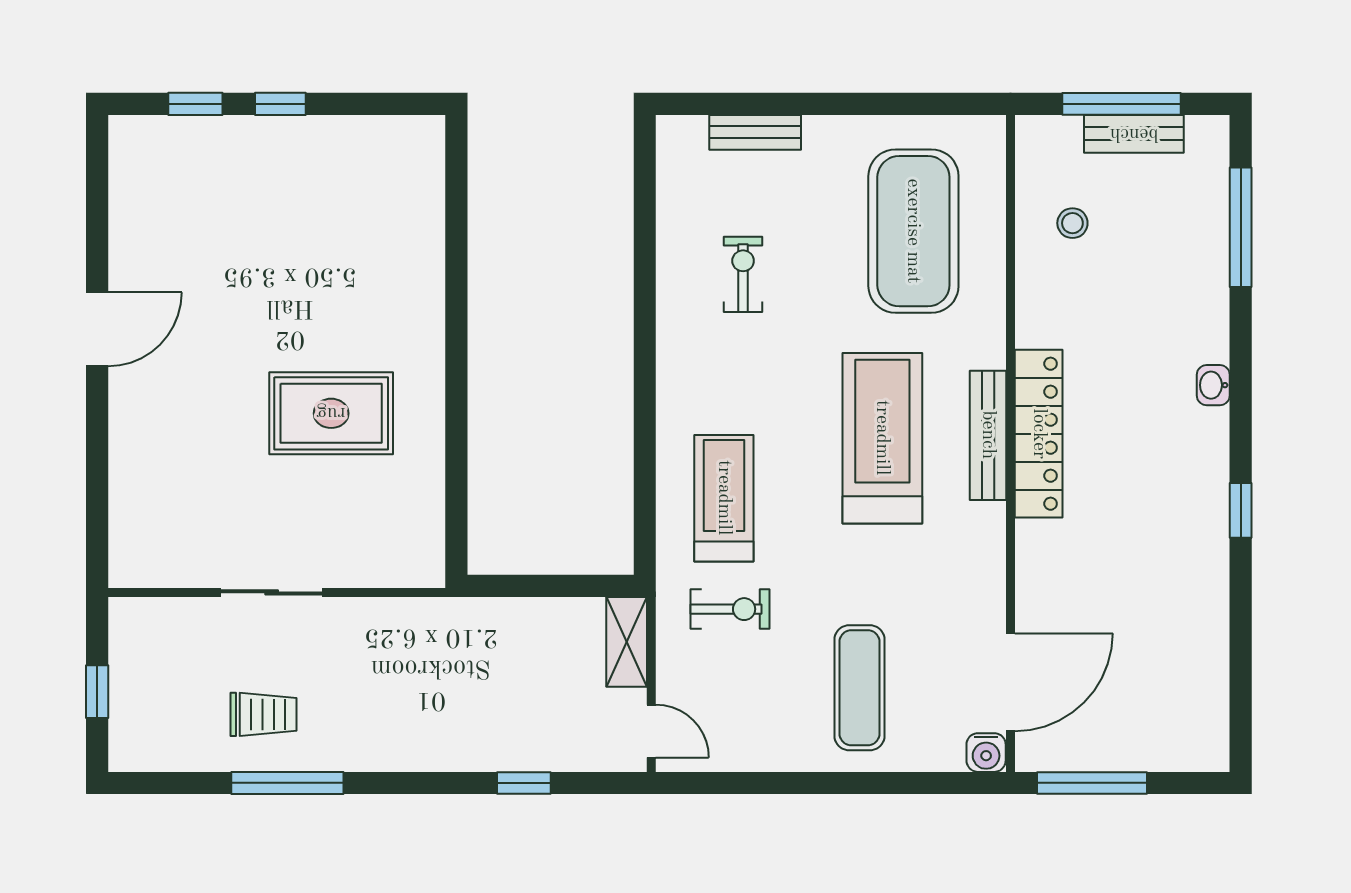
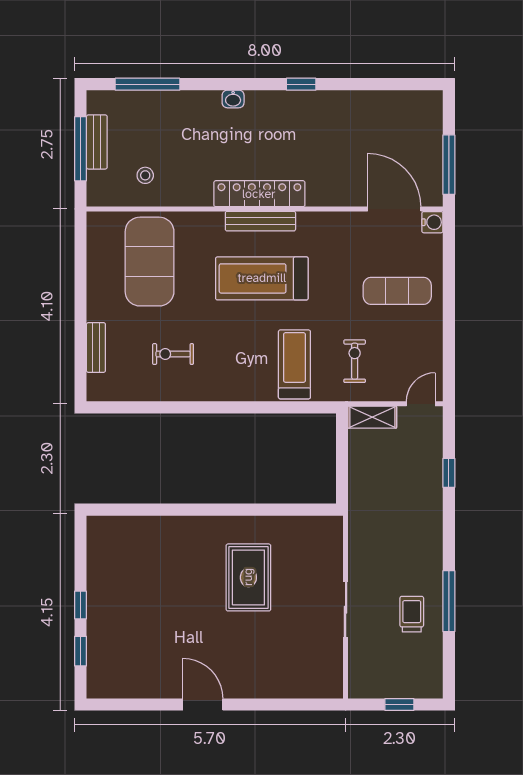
exercise mat: (913, 231) -> (150, 262), turned 90
treadmill: (724, 498) -> (294, 364), turned 90

